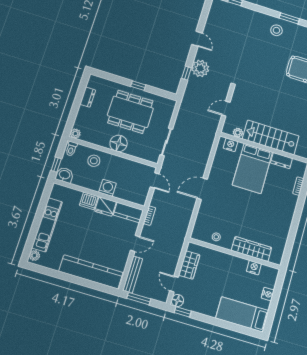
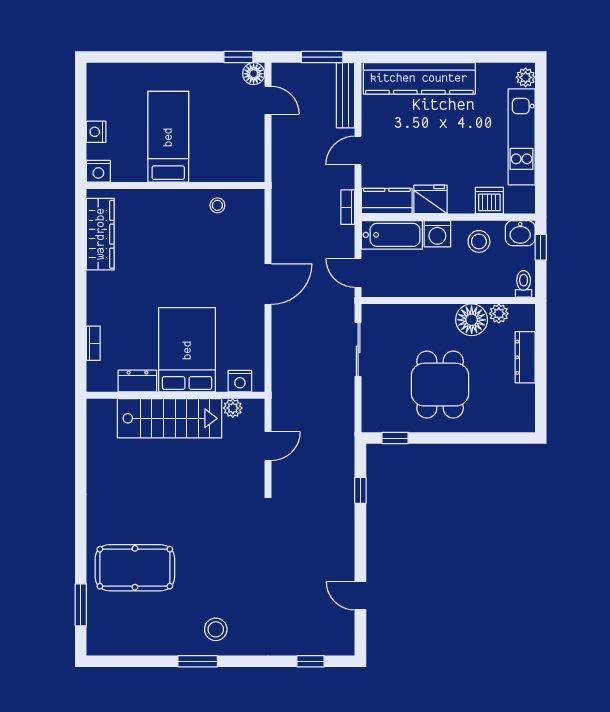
door: (197, 39) -> (360, 596), moved
plant: (200, 68) -> (337, 508), removed
window: (138, 86) -> (395, 438), moved
dresser: (88, 97) -> (525, 357), moved, width x1.44
dining table: (130, 112) -> (440, 385), width x0.73
plant: (75, 134) -> (499, 314), moved
floor lamp: (119, 143) -> (472, 320), moved
stool: (94, 161) -> (479, 241), moved
bathtub: (131, 194) -> (392, 235), added
dishwasher: (89, 201) -> (489, 201), moved
wardrobe: (251, 249) -> (100, 234), moved, turned -90
wardrobe: (189, 265) -> (251, 141), removed
nightstand: (254, 268) -> (98, 171), moved
bed: (242, 314) -> (168, 137), moved, turned -90

